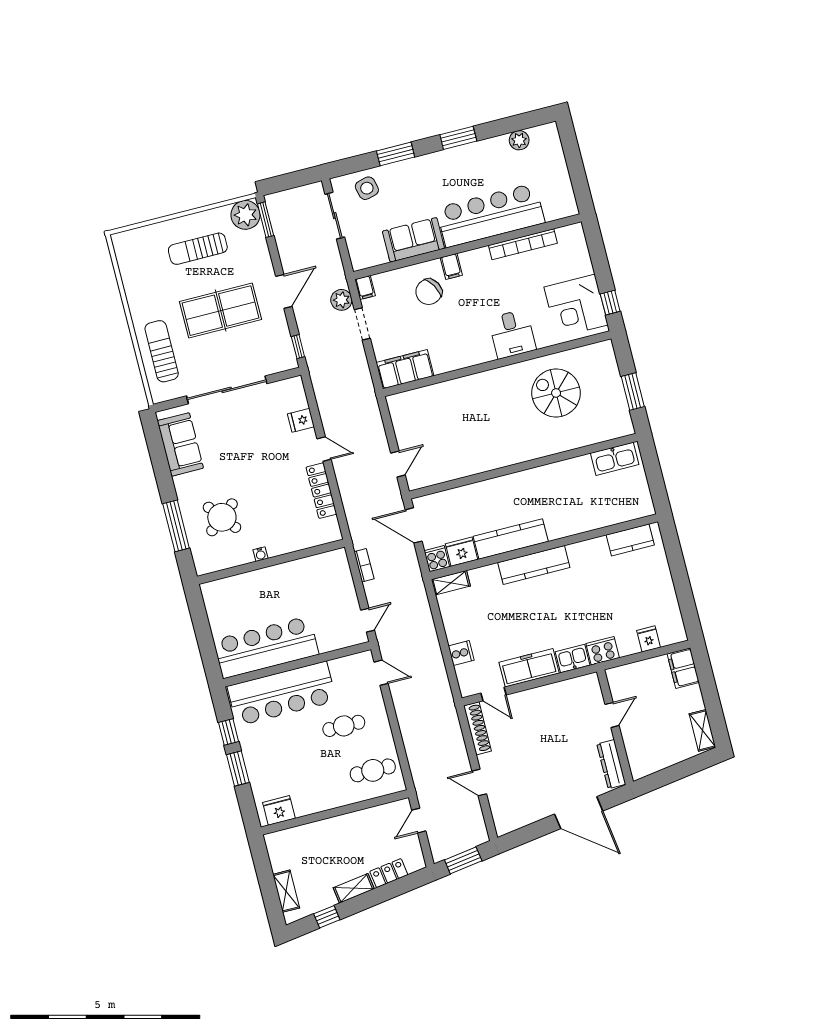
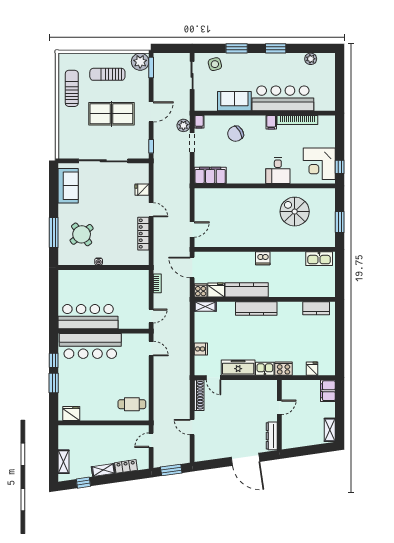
filing cabinet: (451, 266) -> (271, 122), moved
sun lounger: (162, 351) -> (72, 88), moved
dishwasher: (524, 481) -> (263, 258), added
cafe table: (344, 726) -> (122, 374), removed

